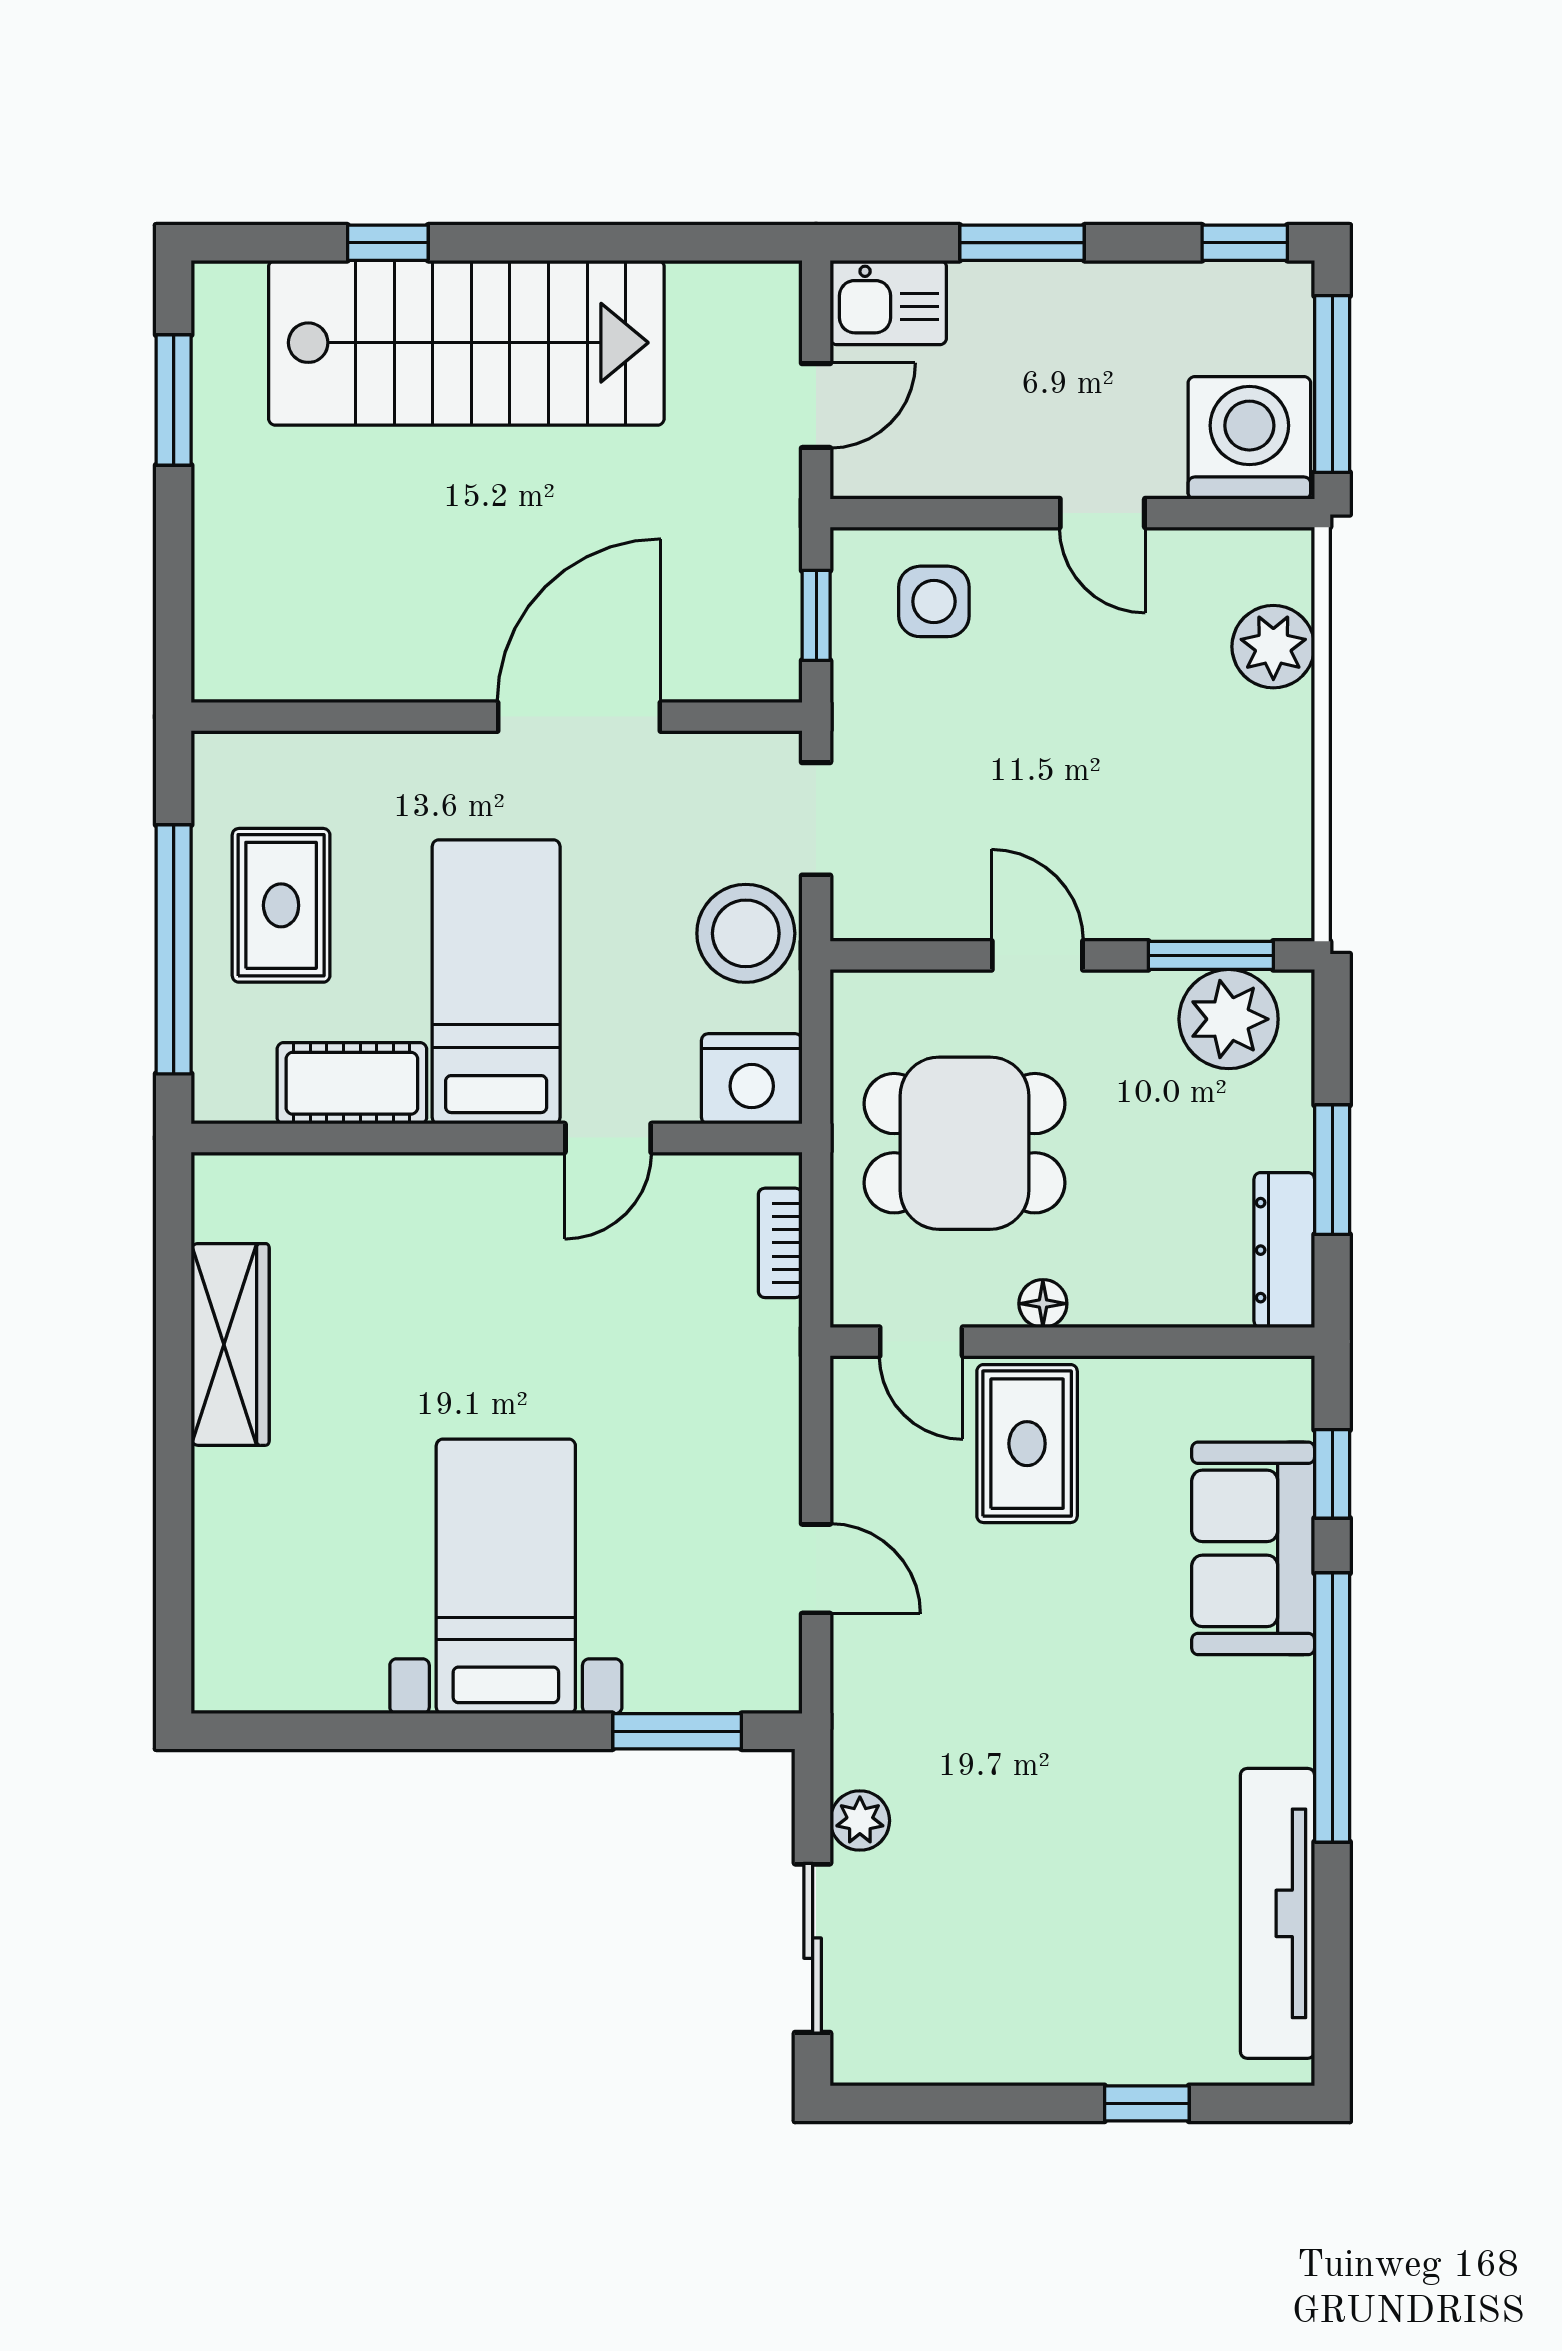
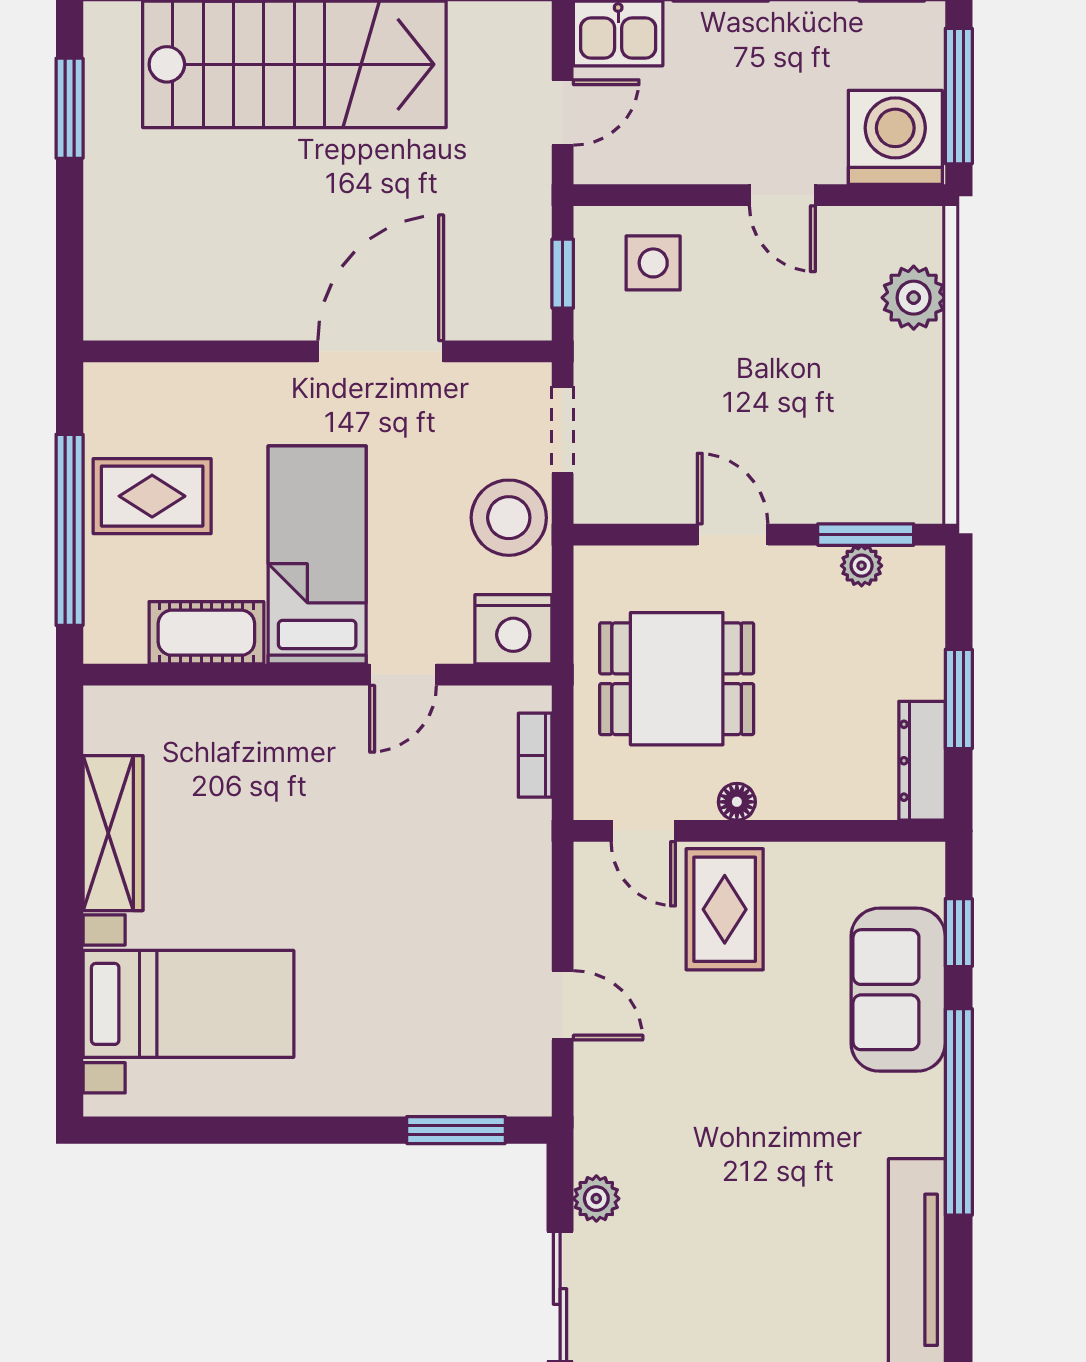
rug: (281, 905) -> (152, 496), turned 90
plant: (1229, 1019) -> (862, 566), width x0.53, depth x0.53
bed with nightstands: (506, 1576) -> (188, 1004), moved, turned 90

